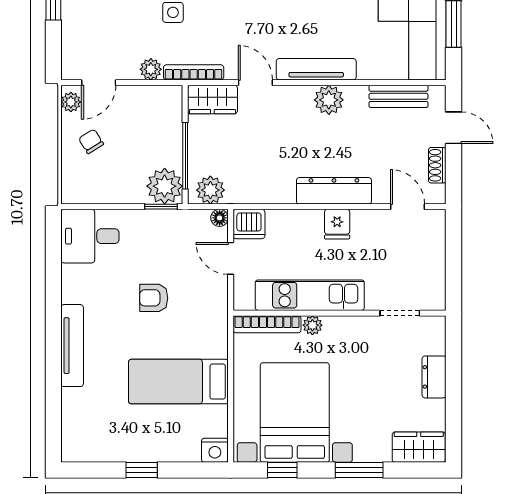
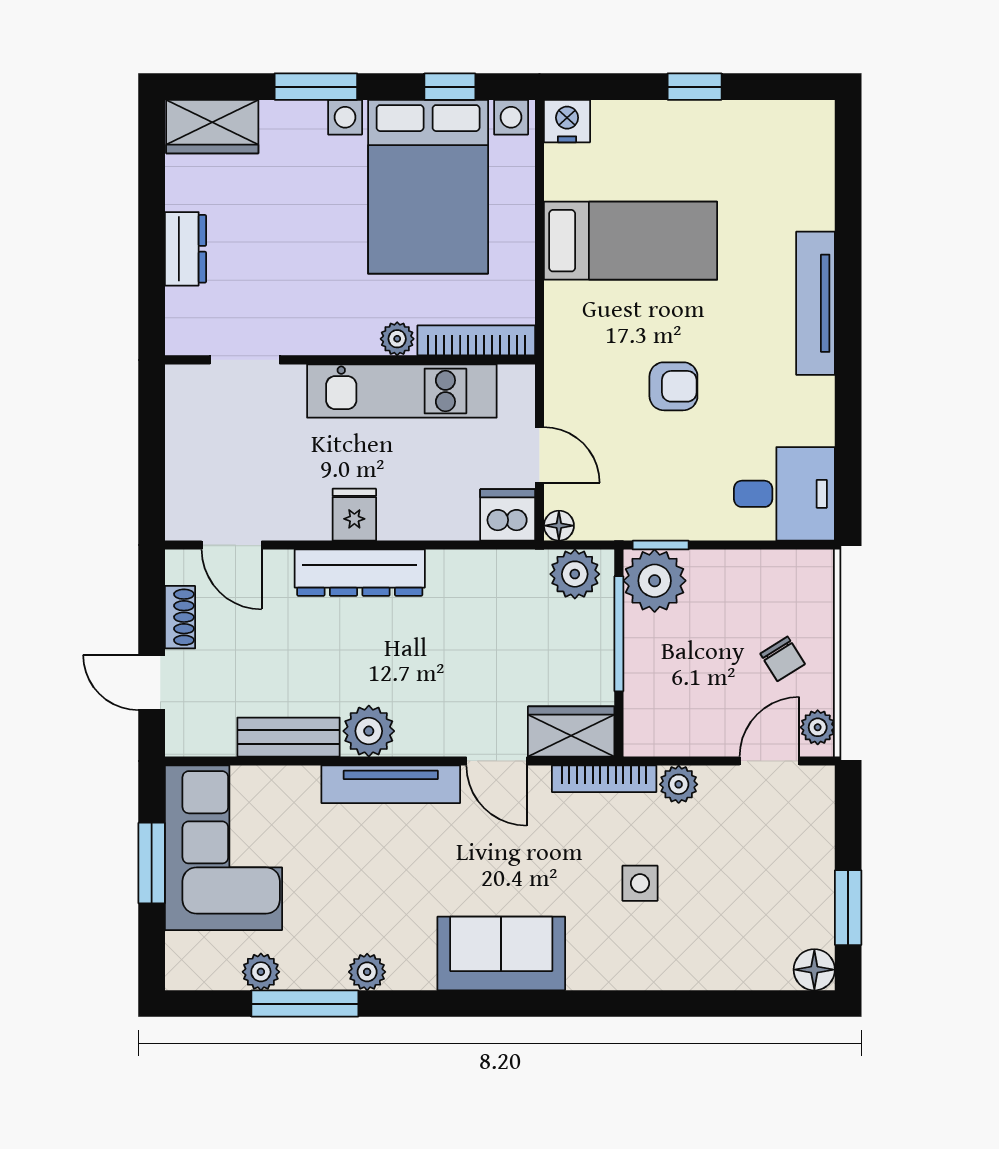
bench: (398, 96) -> (288, 737), moved

